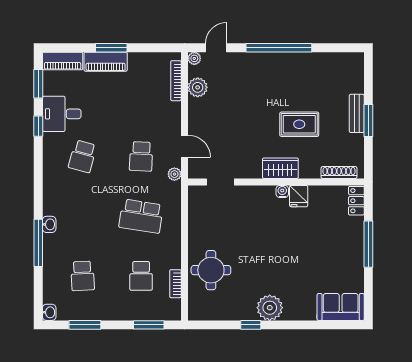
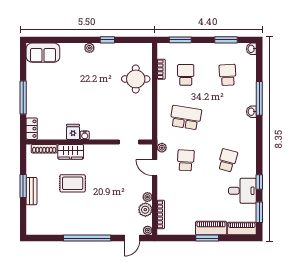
plant: (195, 105) -> (147, 197), added
wardrobe: (280, 168) -> (71, 152), moved
plant: (270, 308) -> (89, 48), width x0.53, depth x0.53

